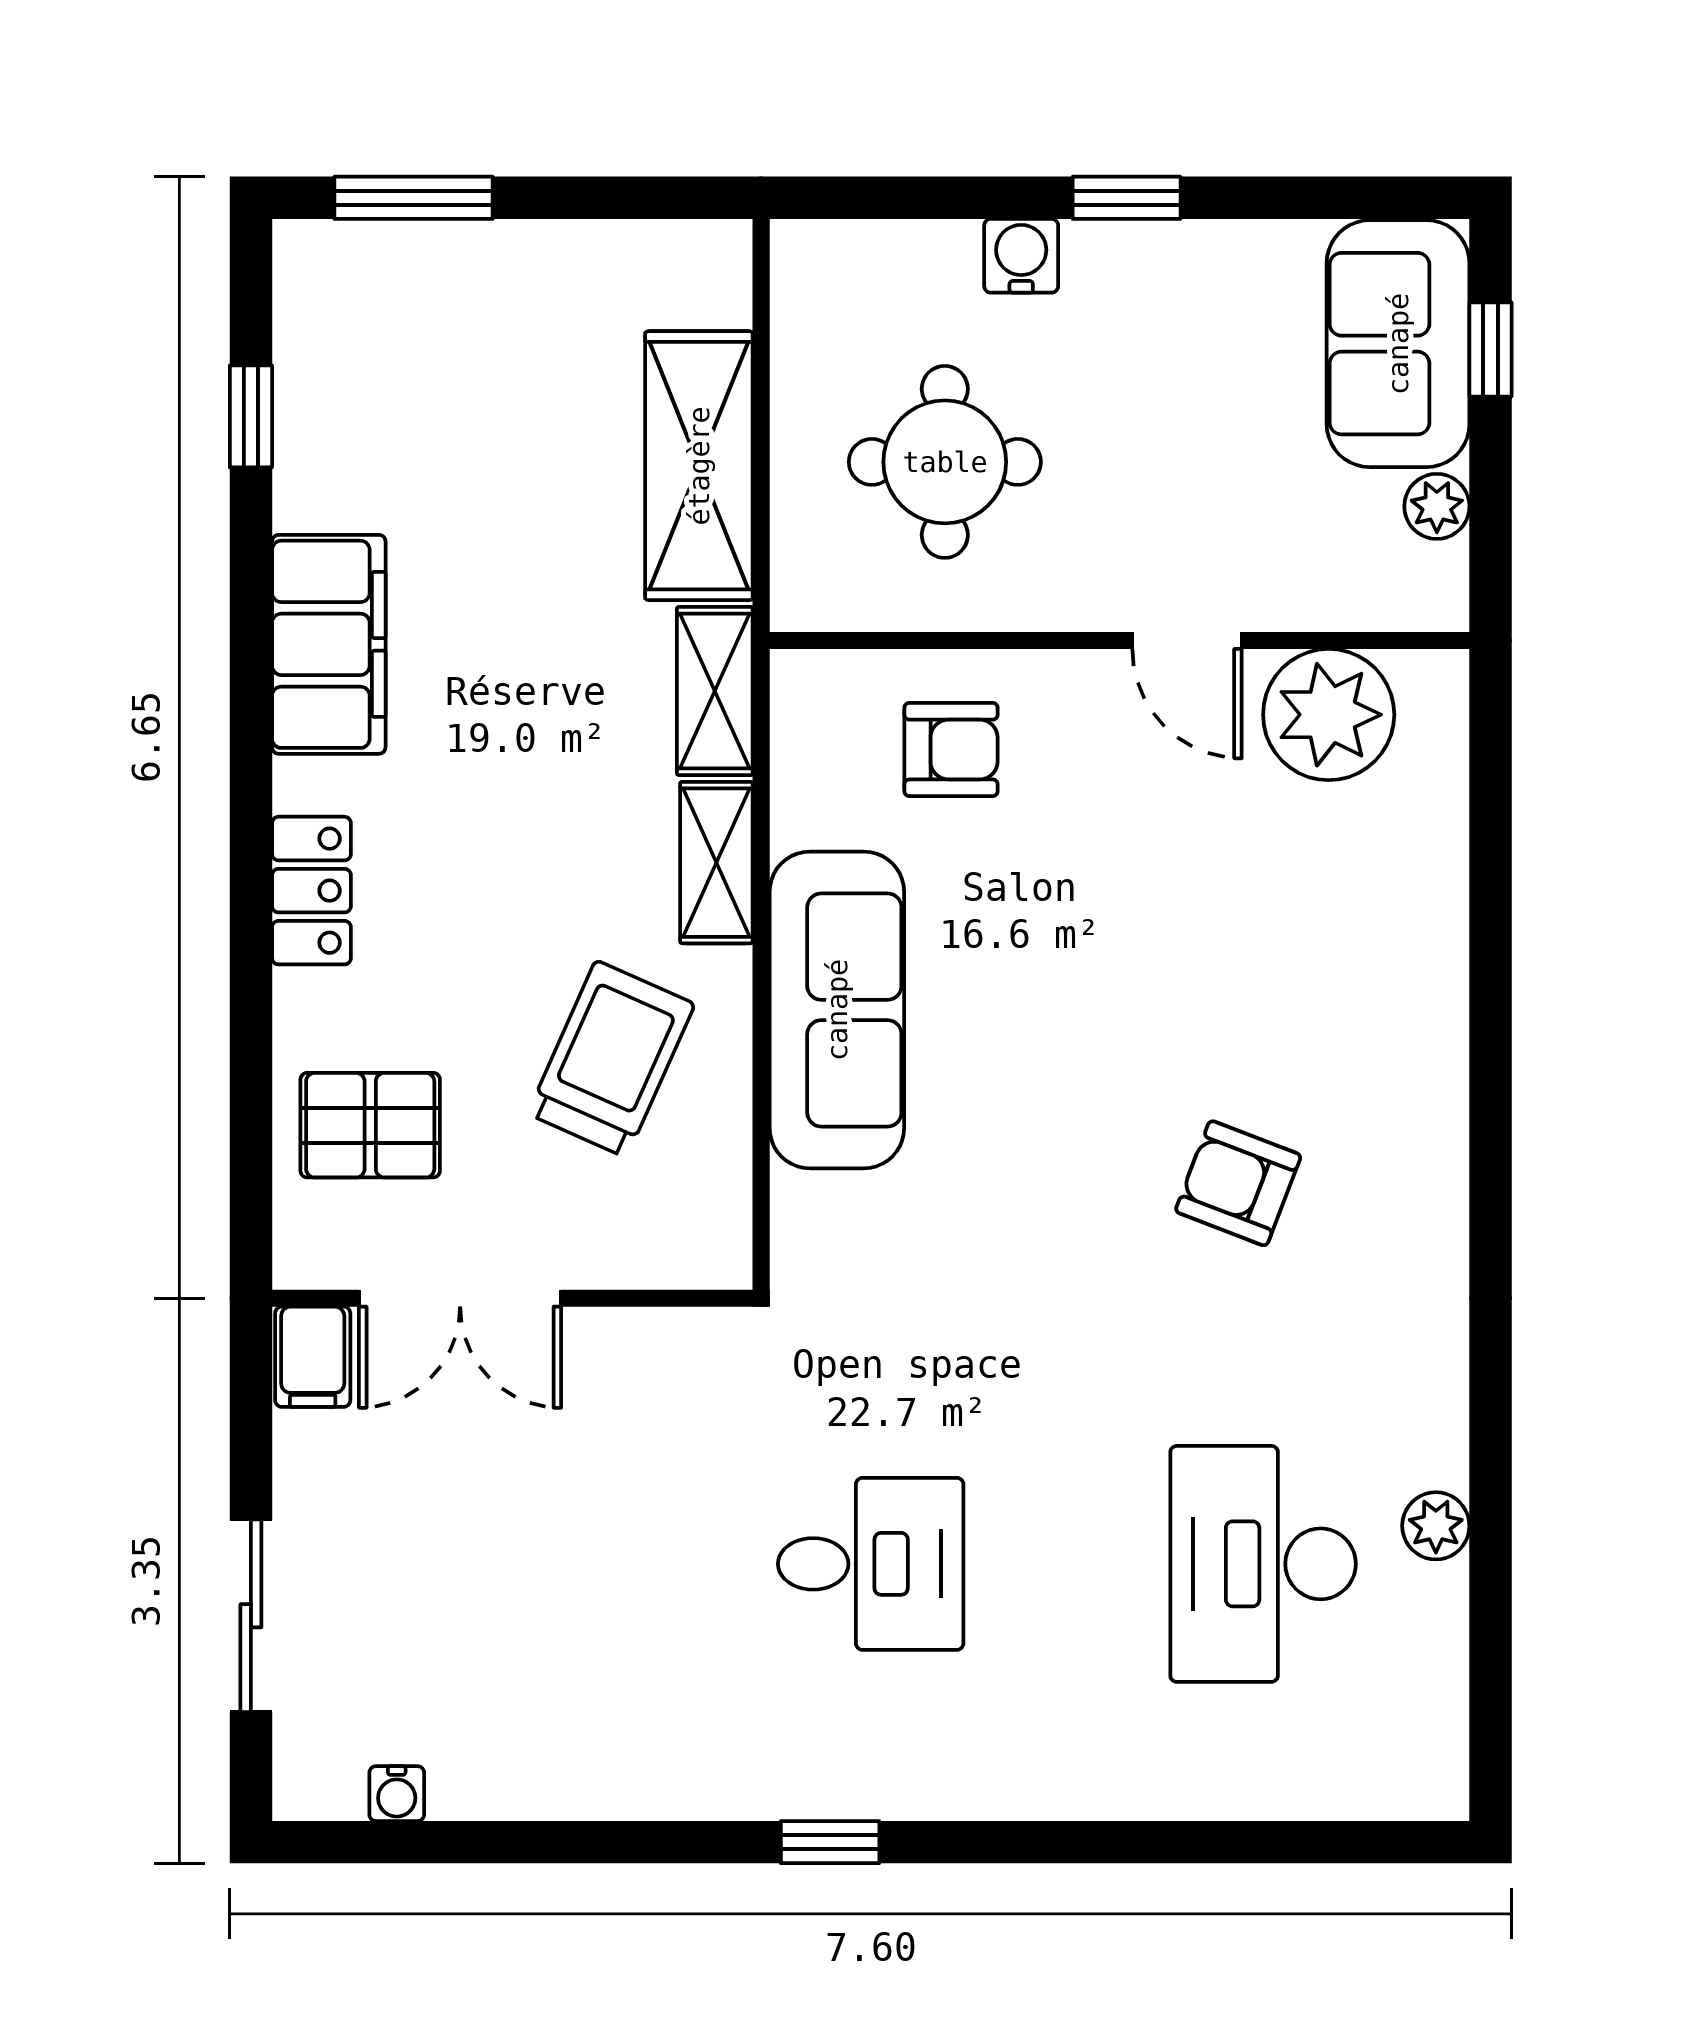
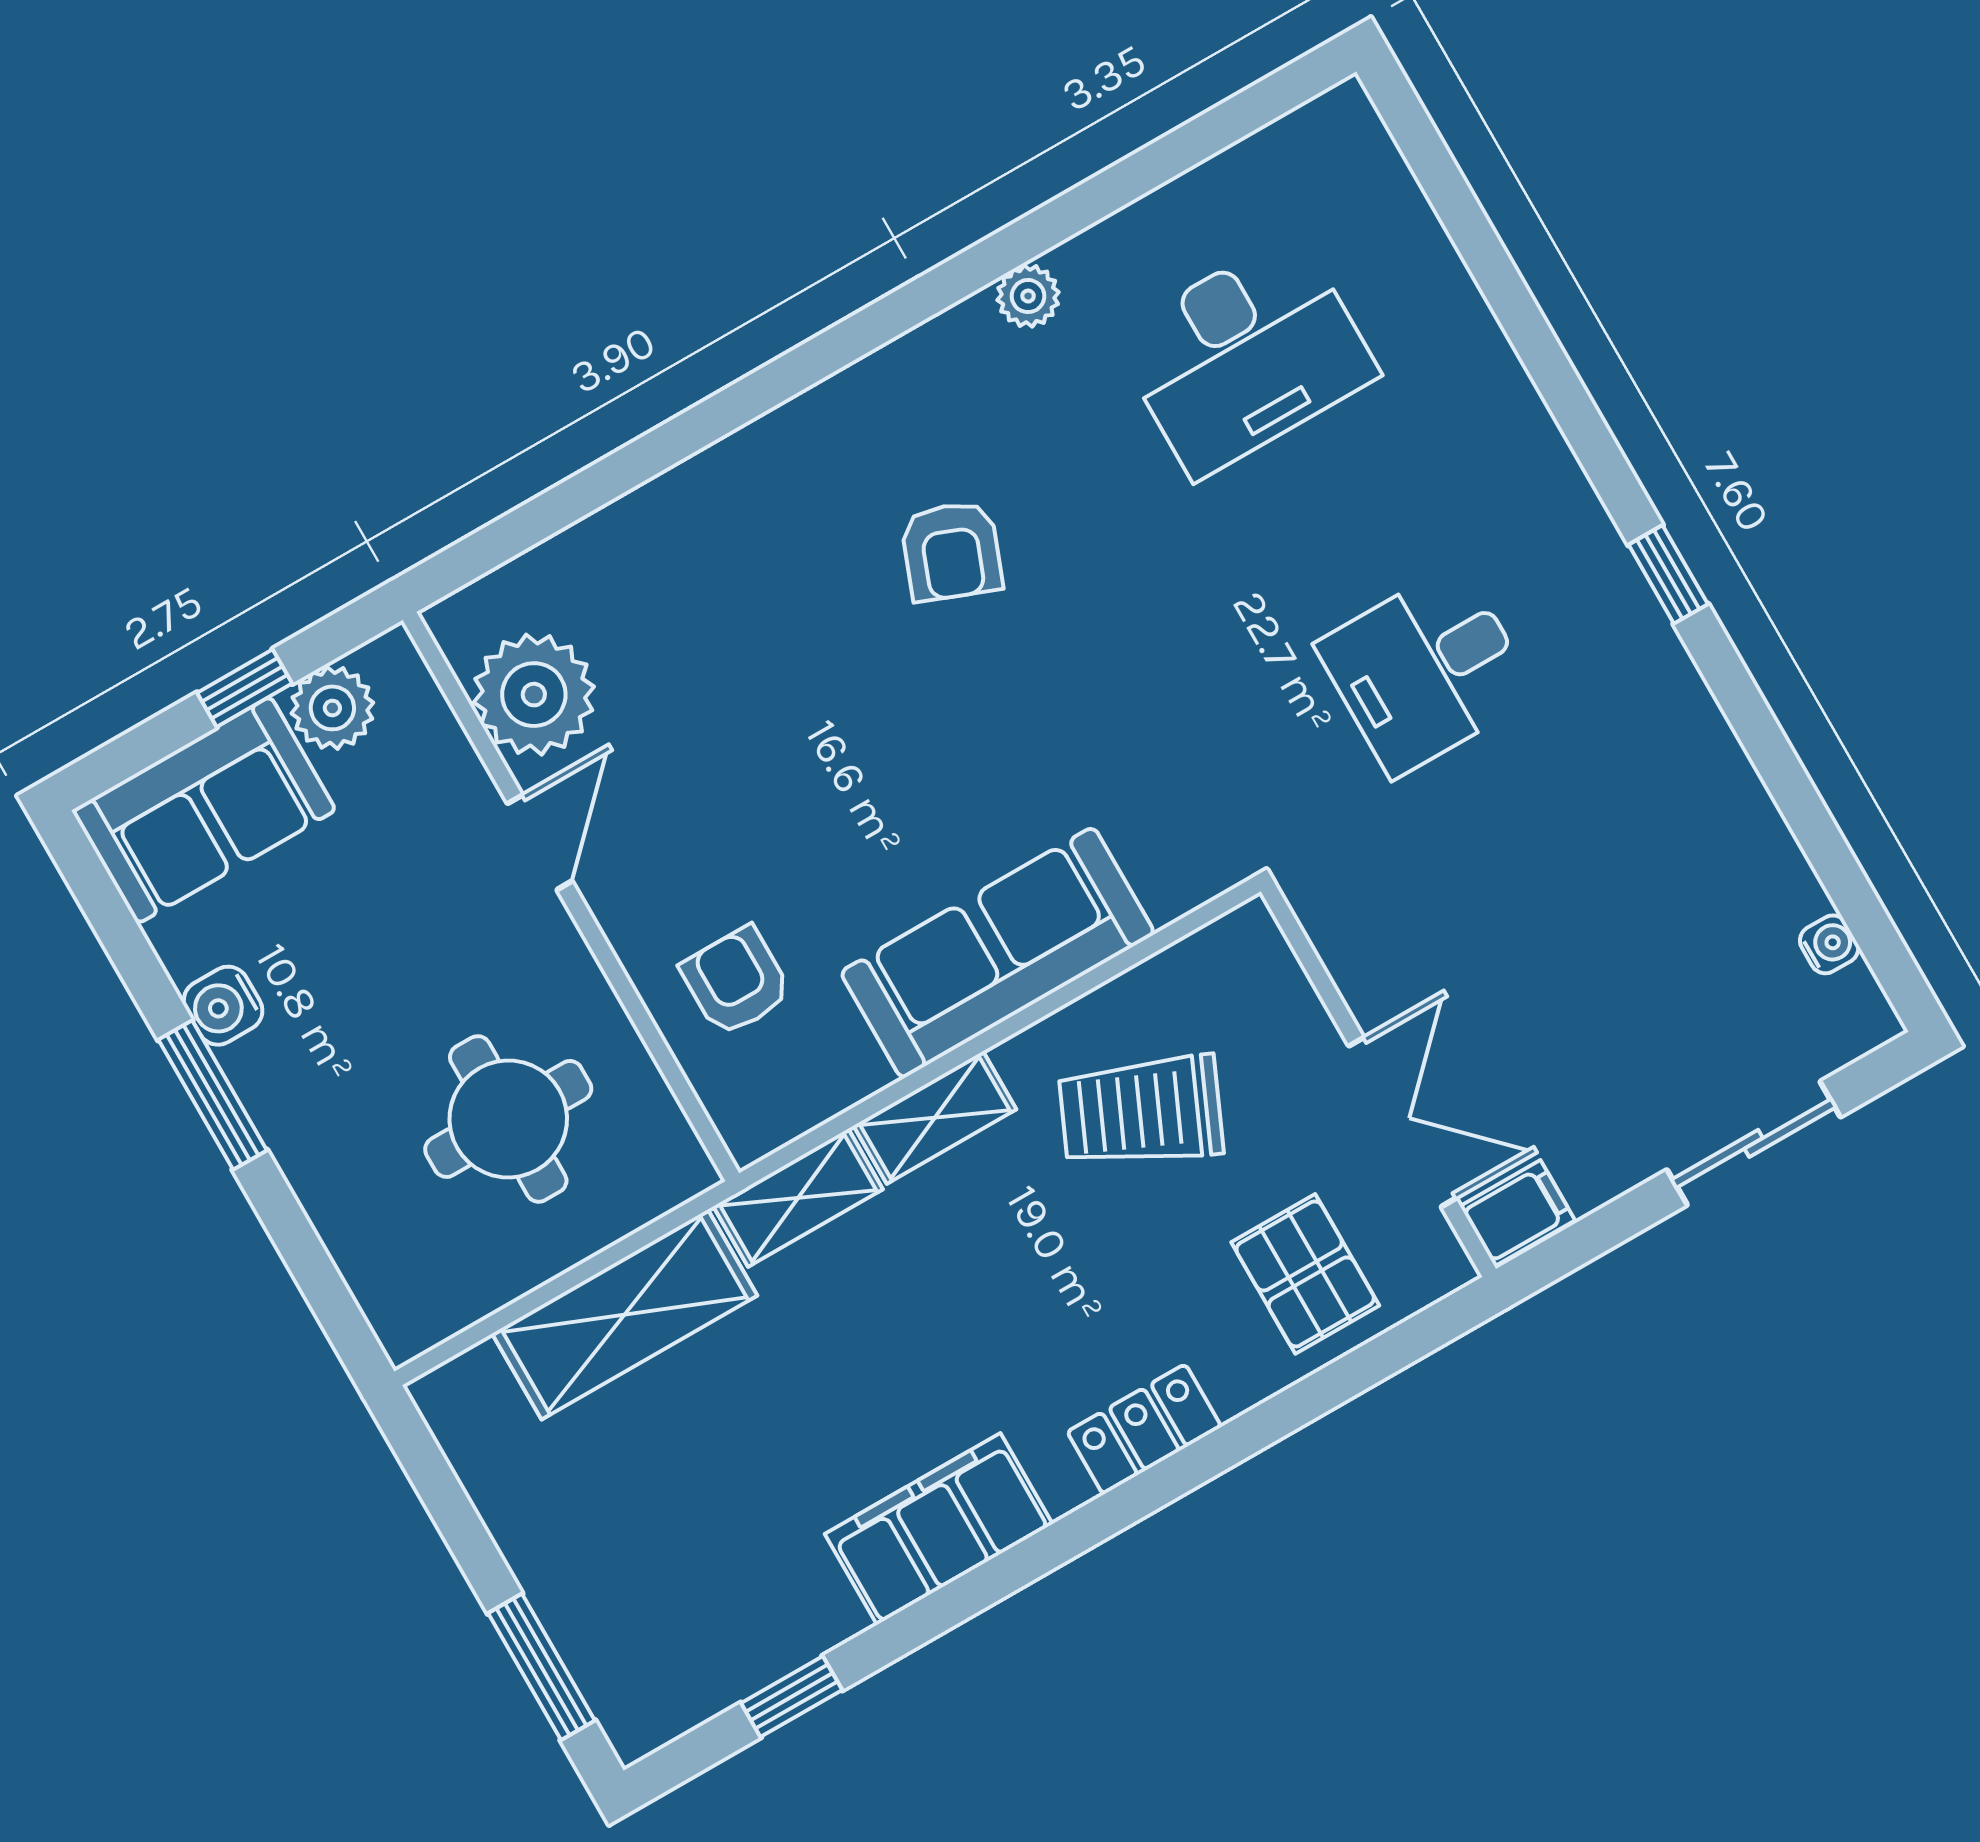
window: (1127, 198) -> (213, 1095), width x1.50
water cooler: (1021, 256) -> (223, 1006), moved
window: (1490, 349) -> (245, 688), moved
plant: (1437, 506) -> (332, 708), width x1.38, depth x1.38
plant: (1436, 1526) -> (1028, 296), moved
desk: (871, 1564) -> (1426, 670), turned -90

